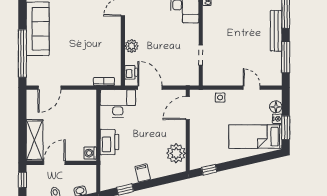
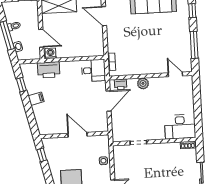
desk: (118, 103) -> (94, 70), width x0.73
door: (188, 108) -> (78, 135), moved
printer: (109, 142) -> (49, 70), moved
plant: (176, 153) -> (54, 126), removed
door: (54, 163) -> (41, 38), moved

